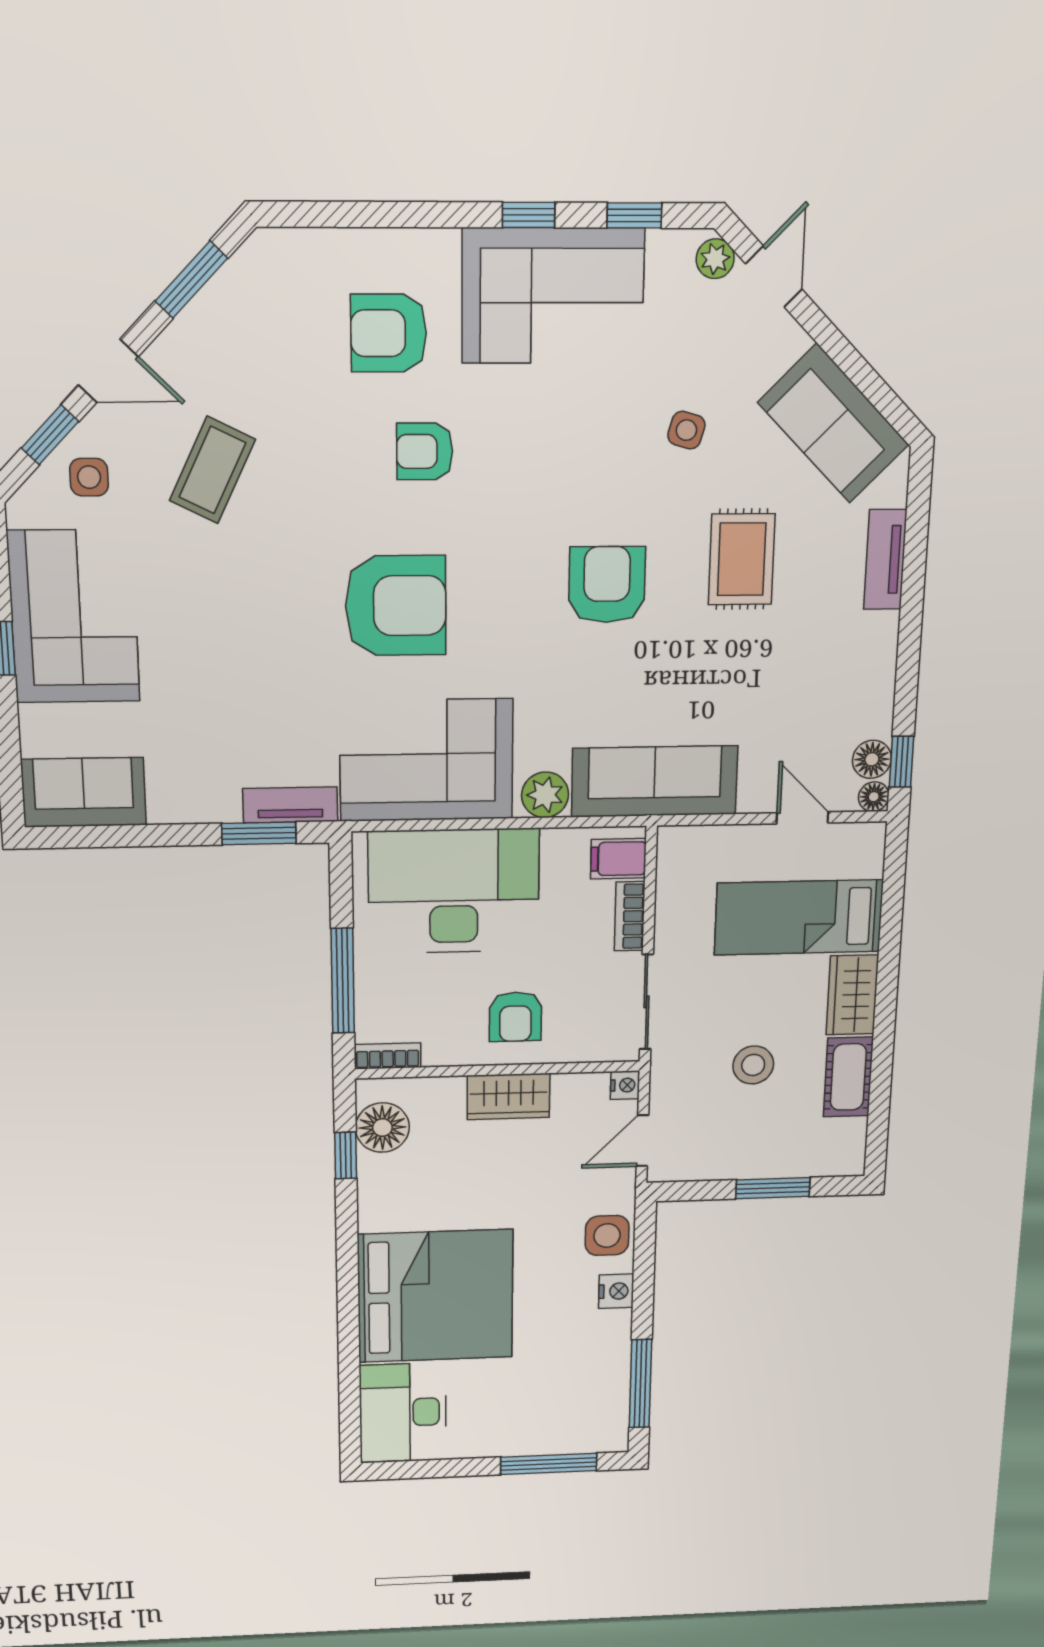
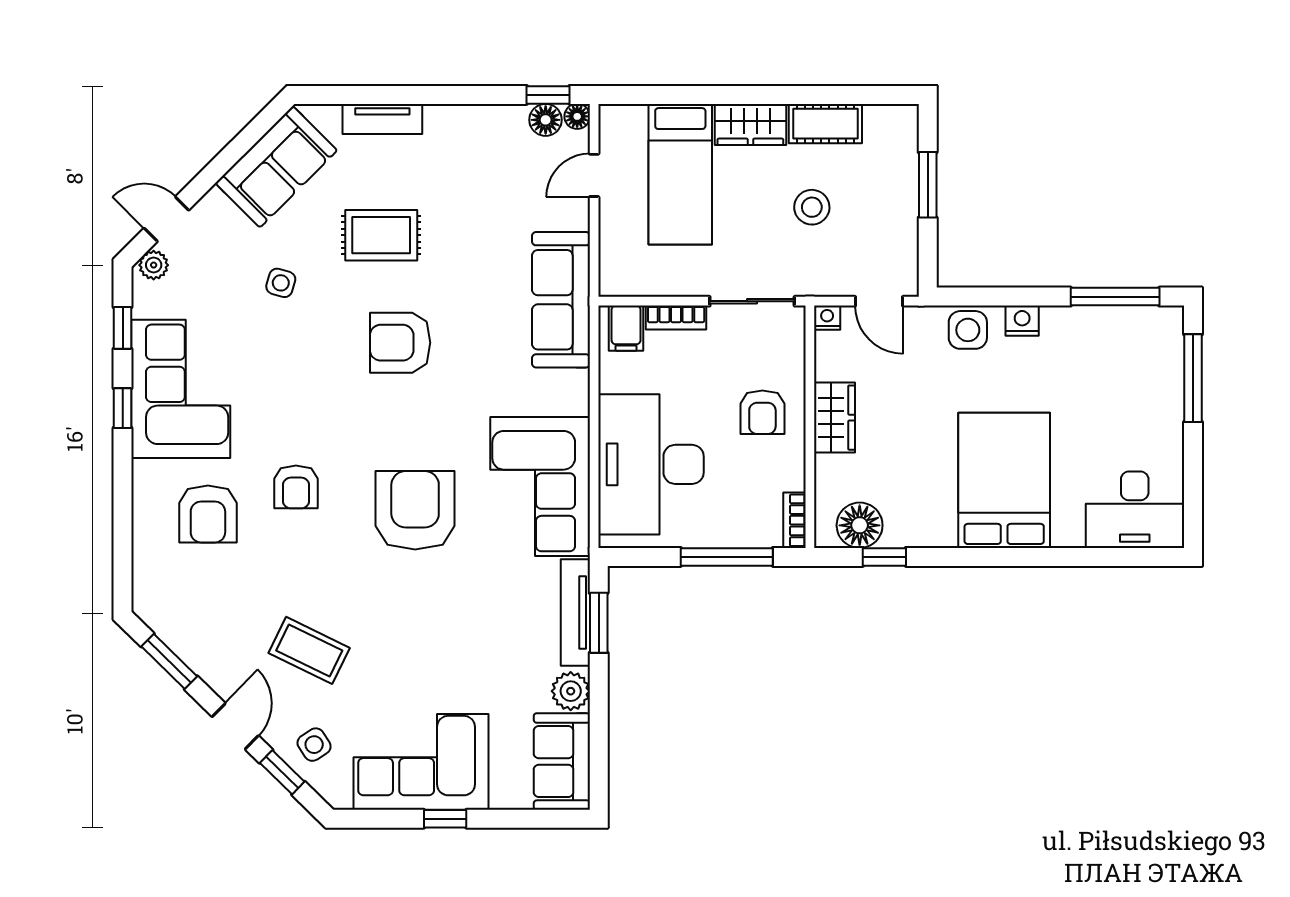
side table: (89, 477) -> (314, 745), turned -33
plant: (545, 795) -> (571, 691), moved
tv unit: (290, 805) -> (575, 612), width x1.41
armchair: (515, 1017) -> (762, 412), turned 90
bed: (435, 1296) -> (1004, 480), width x0.73

